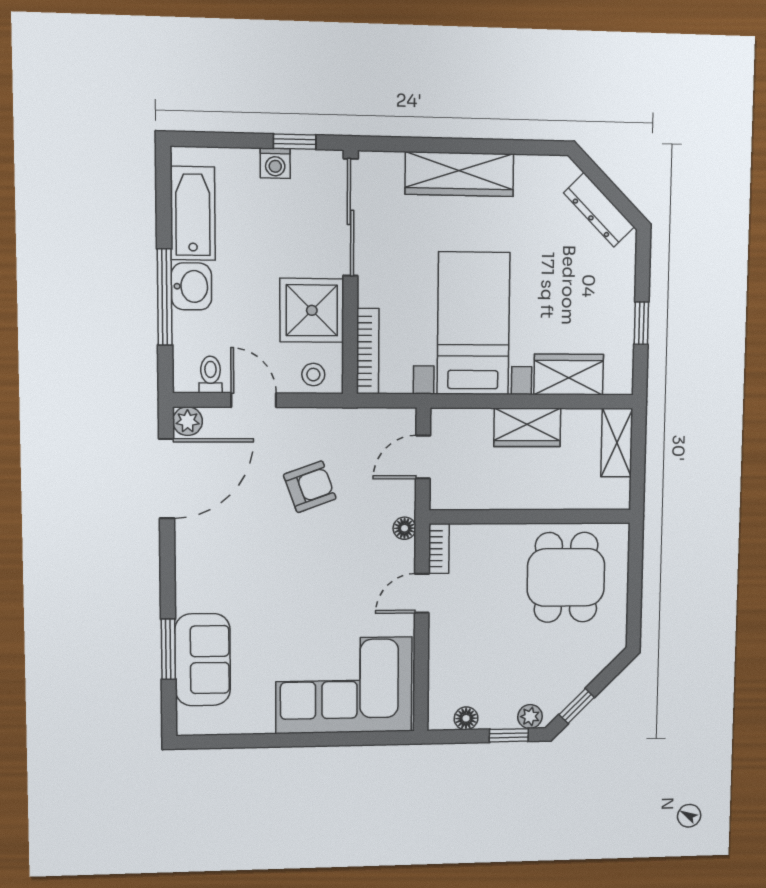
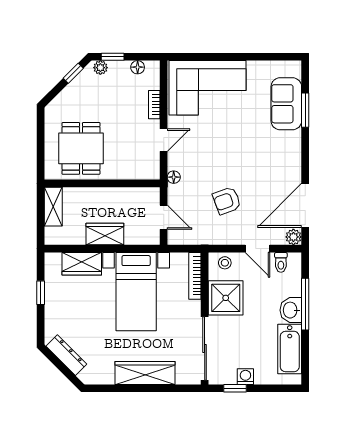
shelving: (617, 443) -> (53, 207), moved
door: (423, 457) -> (164, 217), hinge flipped
bookcase: (439, 549) -> (154, 105), moved

